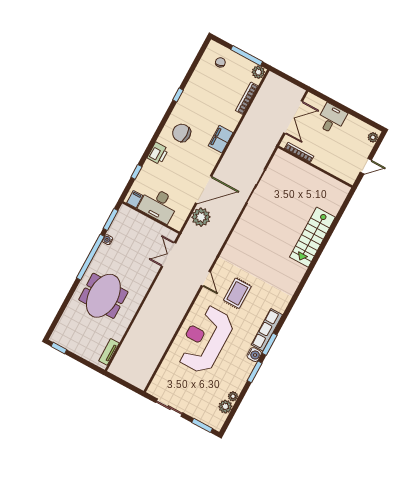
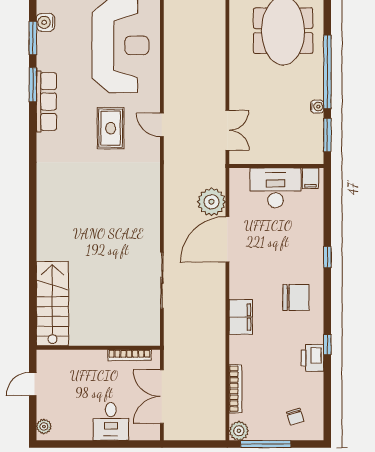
printer: (158, 153) -> (313, 358), moved
window: (136, 172) -> (327, 257), moved
stairs: (312, 237) -> (52, 304), moved
water cooler: (254, 355) -> (46, 22), moved

